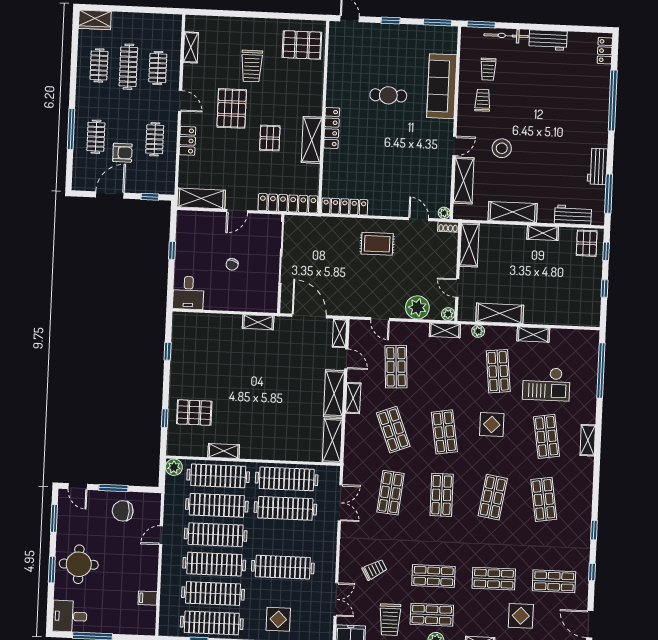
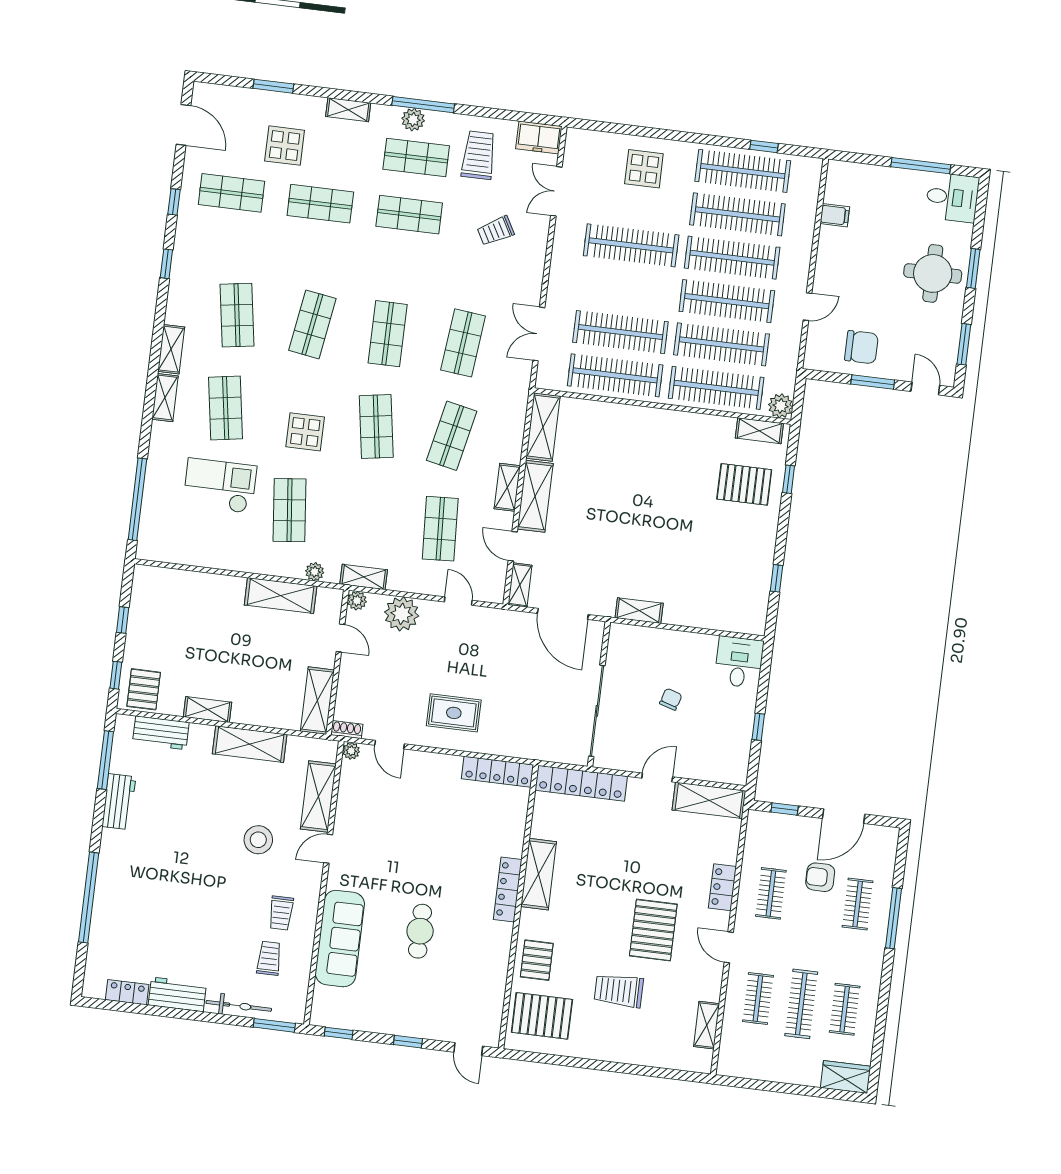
window: (438, 23) -> (339, 1033), width x0.67
locker: (605, 51) -> (127, 992), moved, turned -90
trolley: (252, 66) -> (619, 991), turned -90
cafe table: (388, 95) -> (420, 931), turned 90
pallet: (270, 138) -> (537, 960), moved
shelving: (533, 334) -> (171, 349), moved, turned 90
shop shelf: (393, 430) -> (452, 436), turned 33
shelving: (224, 451) -> (759, 431), moved

